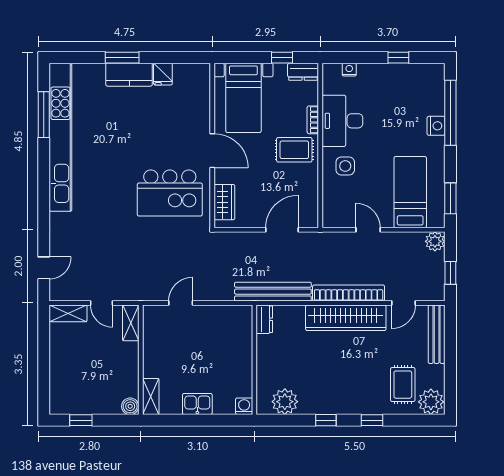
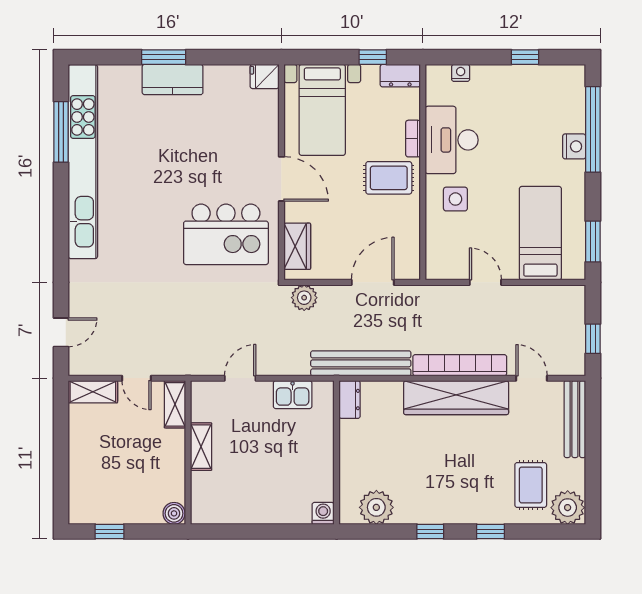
fridge: (163, 74) -> (265, 76), moved, turned 90
plant: (435, 241) -> (304, 298), moved
door: (403, 303) -> (532, 378), swing flipped
shelving: (151, 397) -> (201, 447), moved
kitchen sink: (197, 404) -> (293, 395), moved, turned 180

